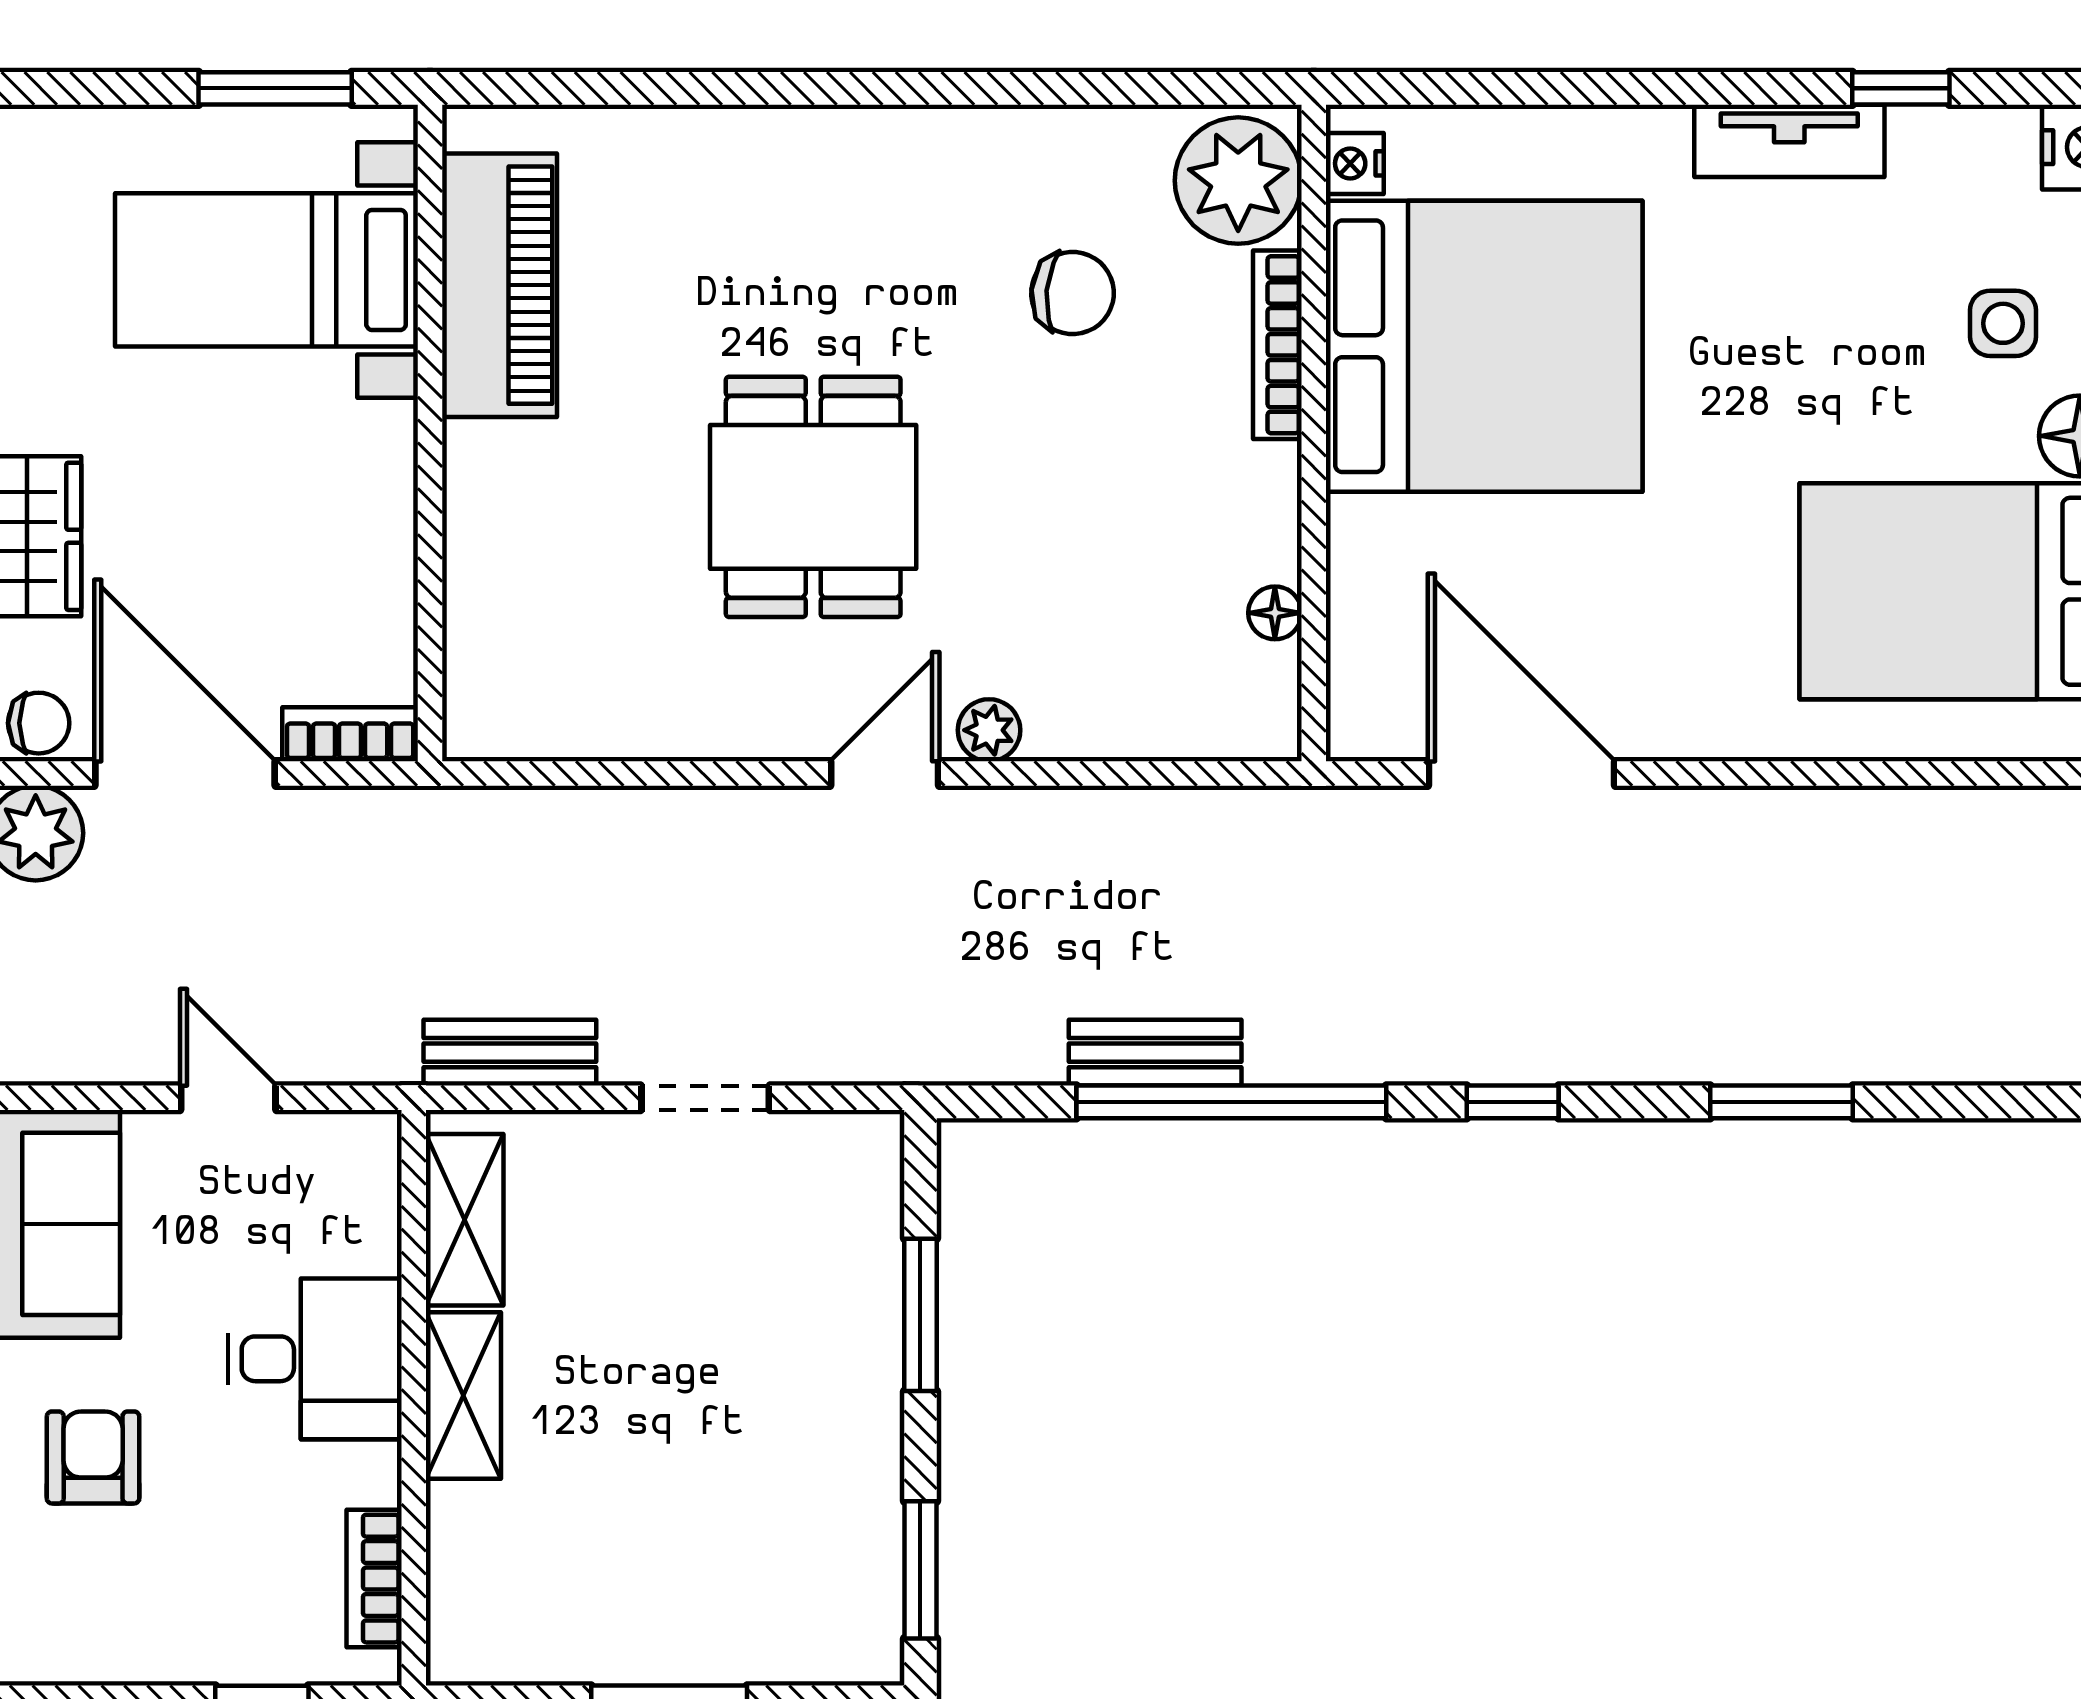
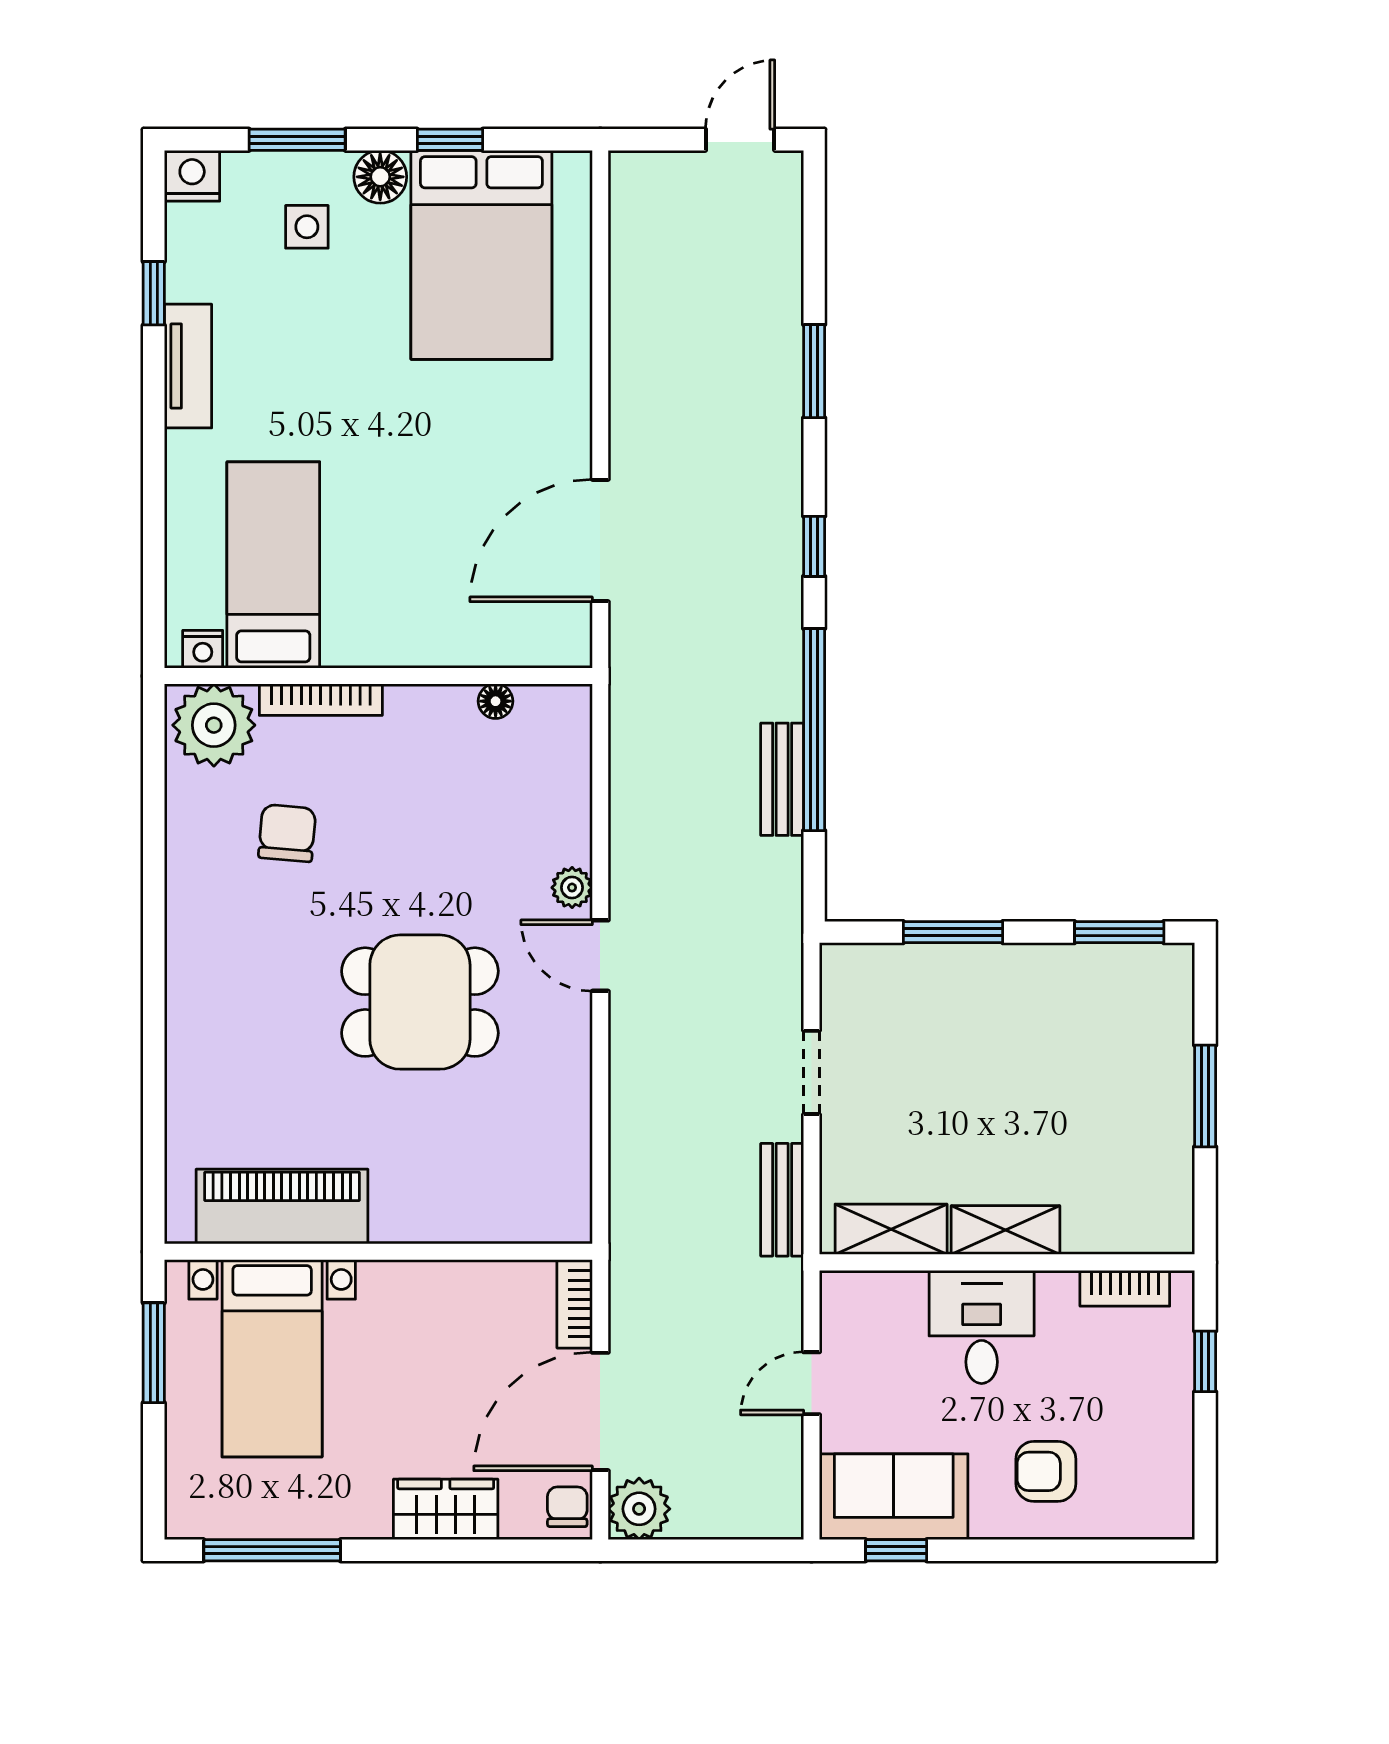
bed: (1484, 346) -> (273, 565), width x0.49

